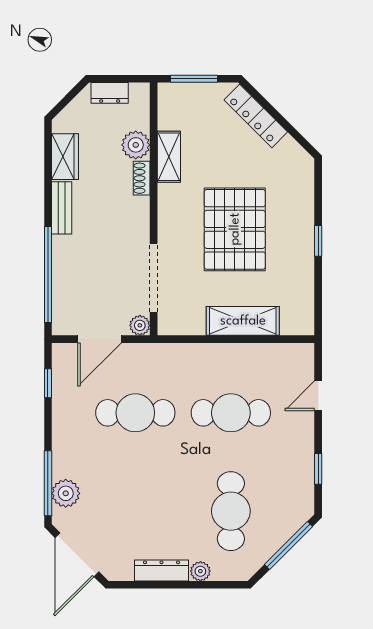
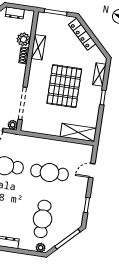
shelving: (304, 194) -> (99, 75), added
shelving: (243, 321) -> (78, 132), moved
plant: (200, 571) -> (41, 248), moved

